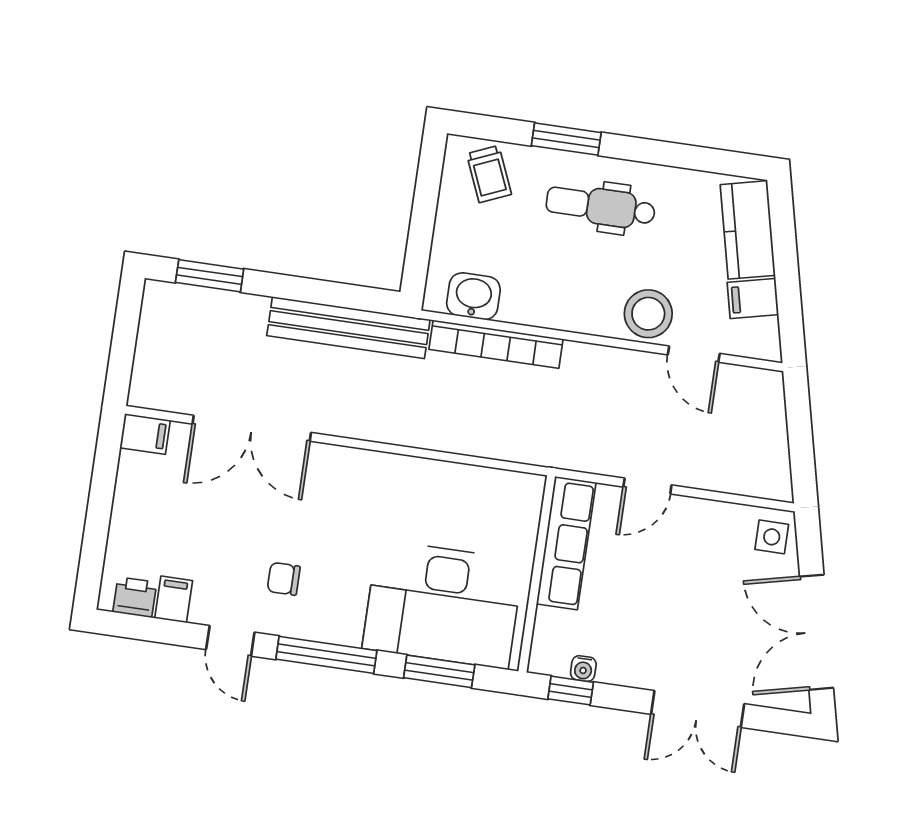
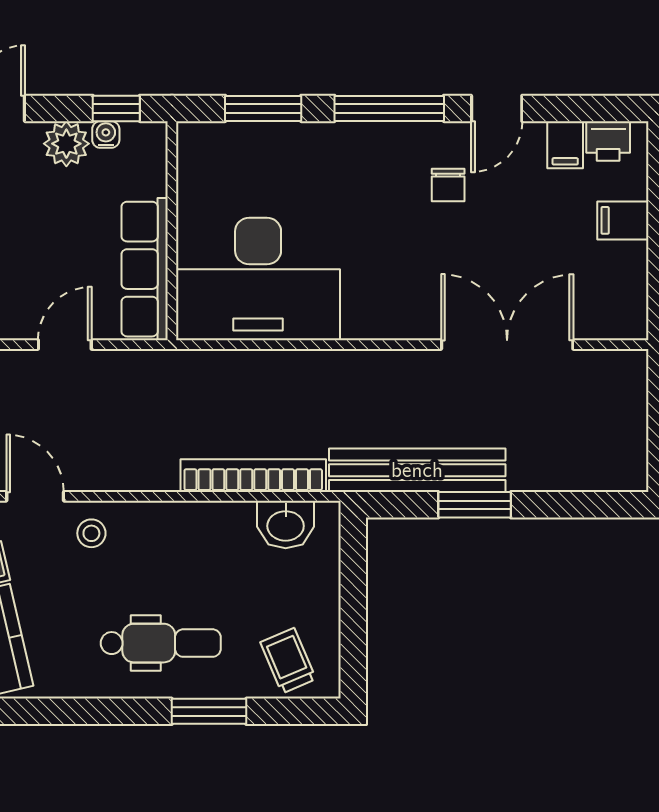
window: (210, 276) -> (475, 505), moved
stool: (648, 314) -> (91, 533), width x0.53, depth x0.53
filing cabinet: (145, 434) -> (623, 220), moved
chair: (284, 579) -> (448, 185), turned 90
desk: (443, 604) -> (258, 279), moved, turned 180
door: (230, 641) -> (497, 108), swing flipped
plant: (620, 665) -> (66, 144), added

